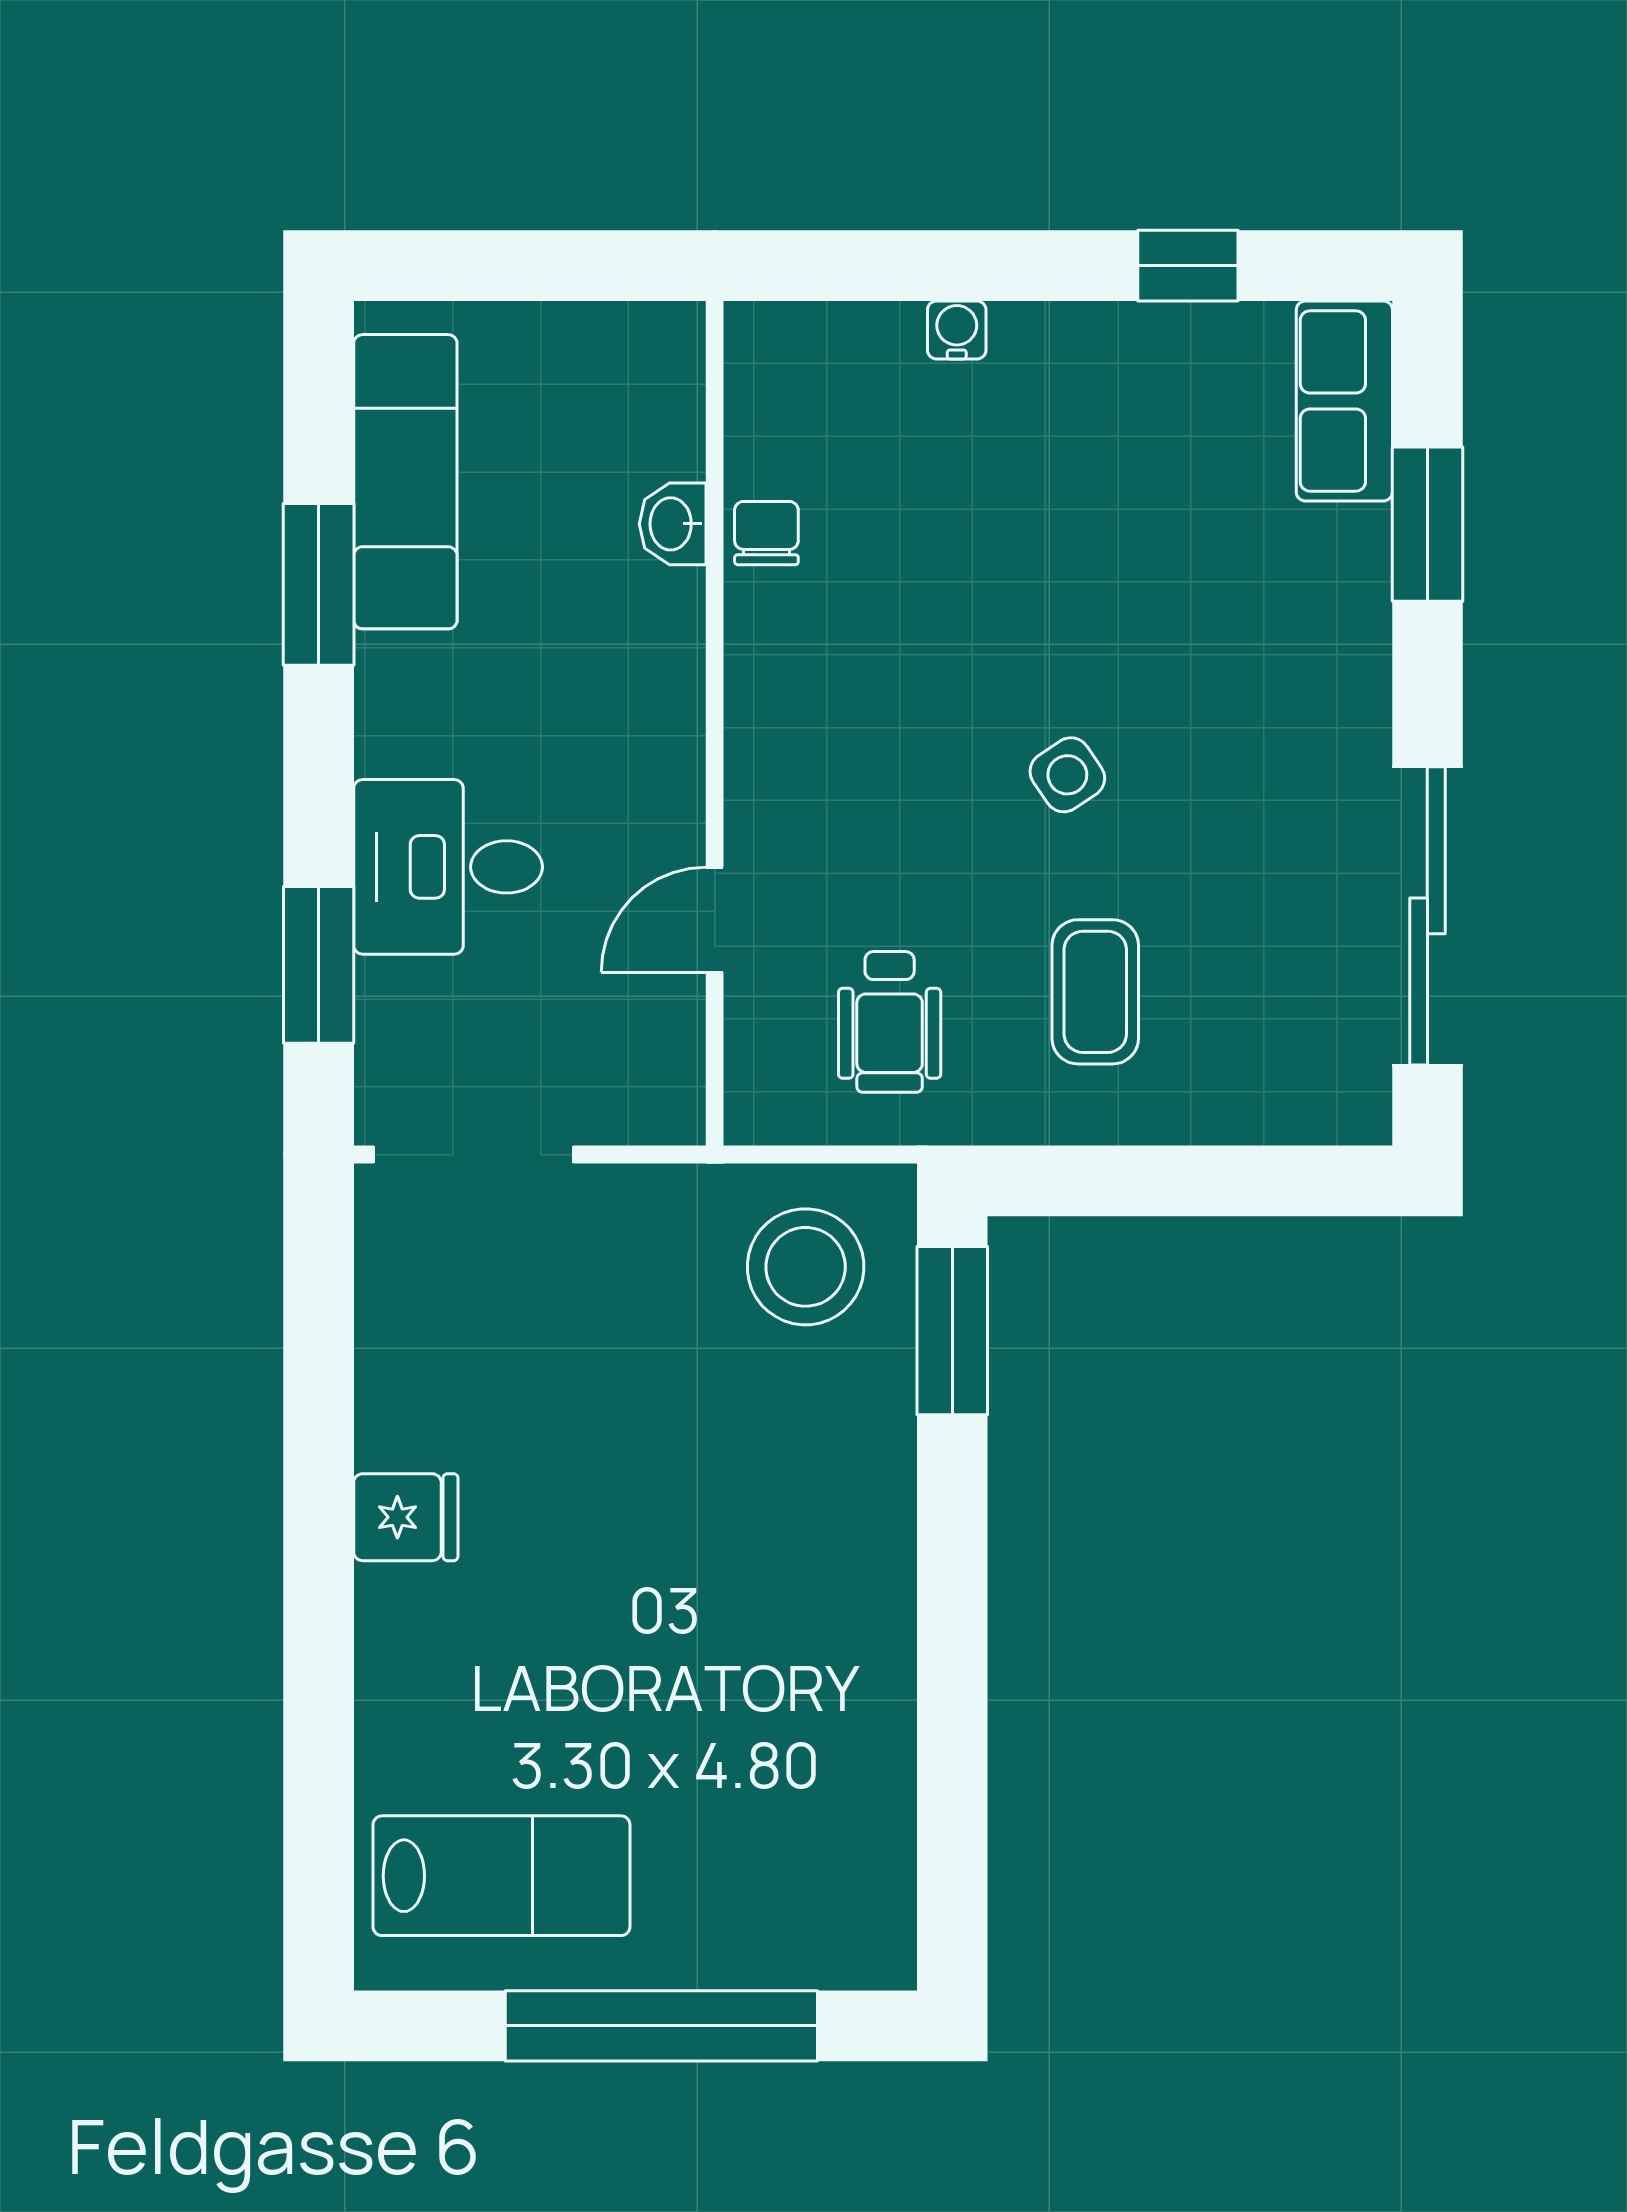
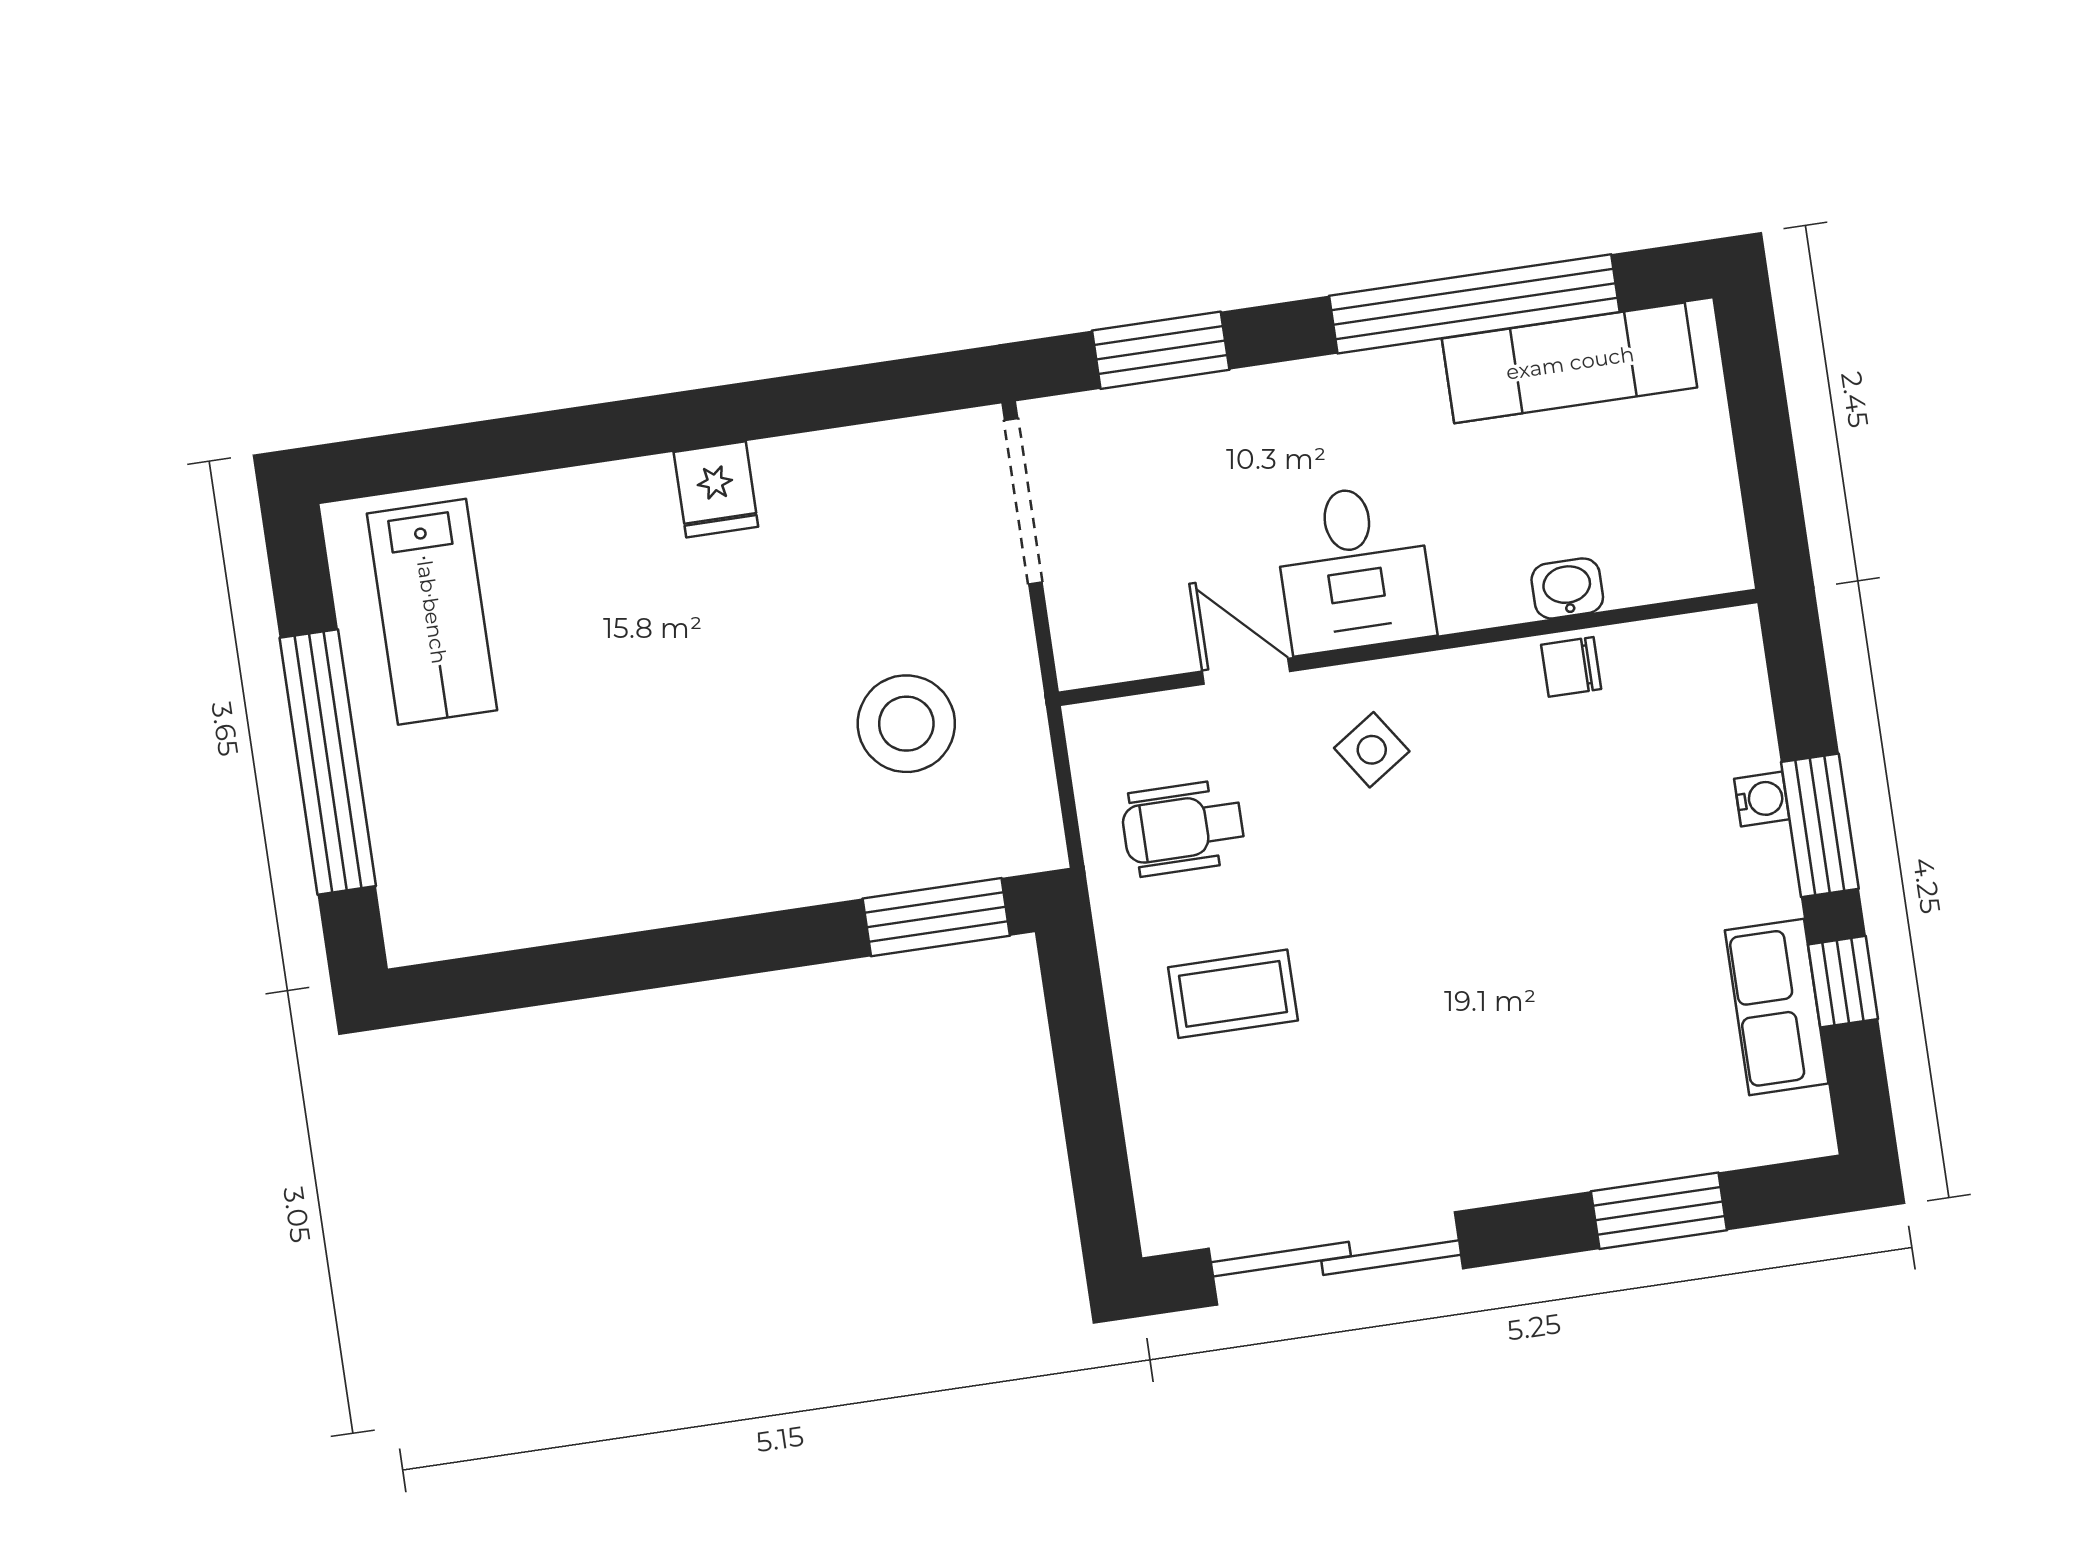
window: (998, 266) -> (1820, 825), added
row of seats: (1344, 401) -> (1777, 1007), moved, turned -90
chair: (766, 533) -> (1571, 667), turned 180
window: (319, 584) -> (1474, 304), width x2.11
side table: (1067, 775) -> (1372, 750), moved
desk: (448, 867) -> (1354, 568), moved, turned 180
stool: (806, 1267) -> (906, 724), moved

